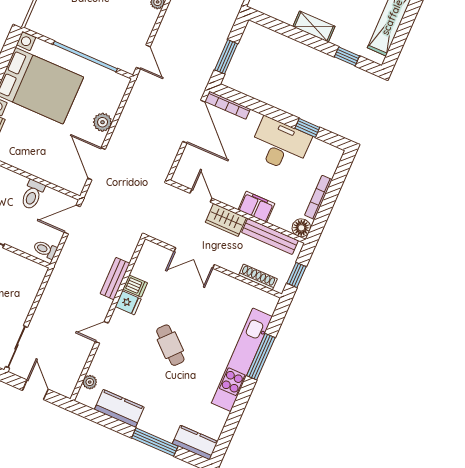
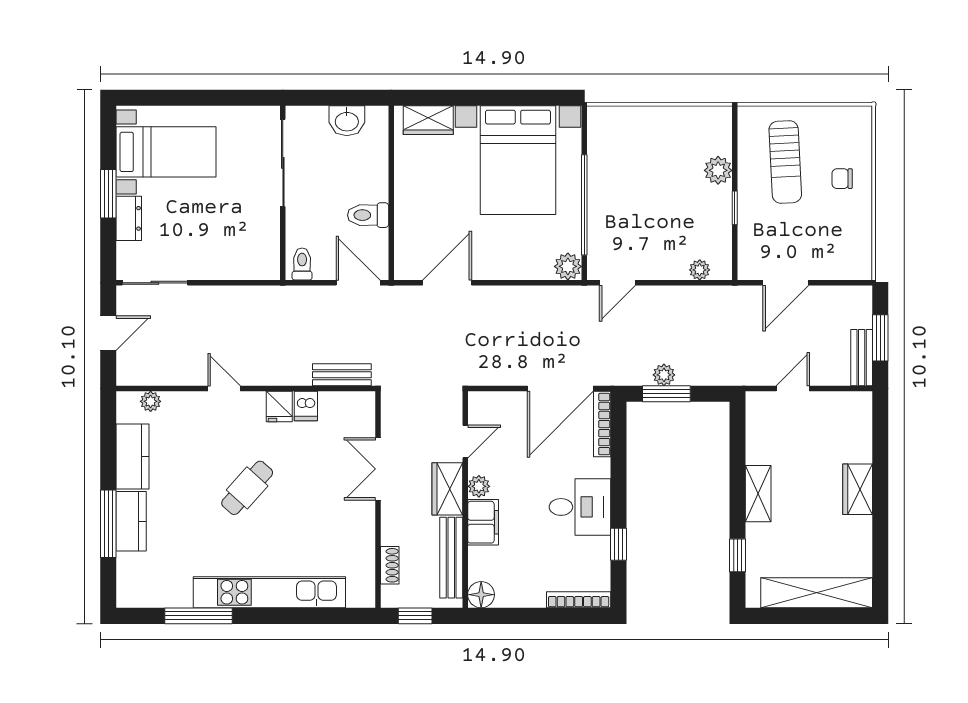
plant: (214, 53) -> (664, 375), added
plant: (103, 122) -> (568, 266), moved
desk: (280, 145) -> (580, 507), width x0.73
bookcase: (318, 197) -> (579, 600), moved
plant: (233, 200) -> (479, 486), added
shoe rack: (258, 277) -> (390, 565), width x0.70
bench: (115, 279) -> (342, 375), moved
window: (261, 357) -> (198, 616), moved
kitchen counter: (195, 443) -> (131, 521), moved

